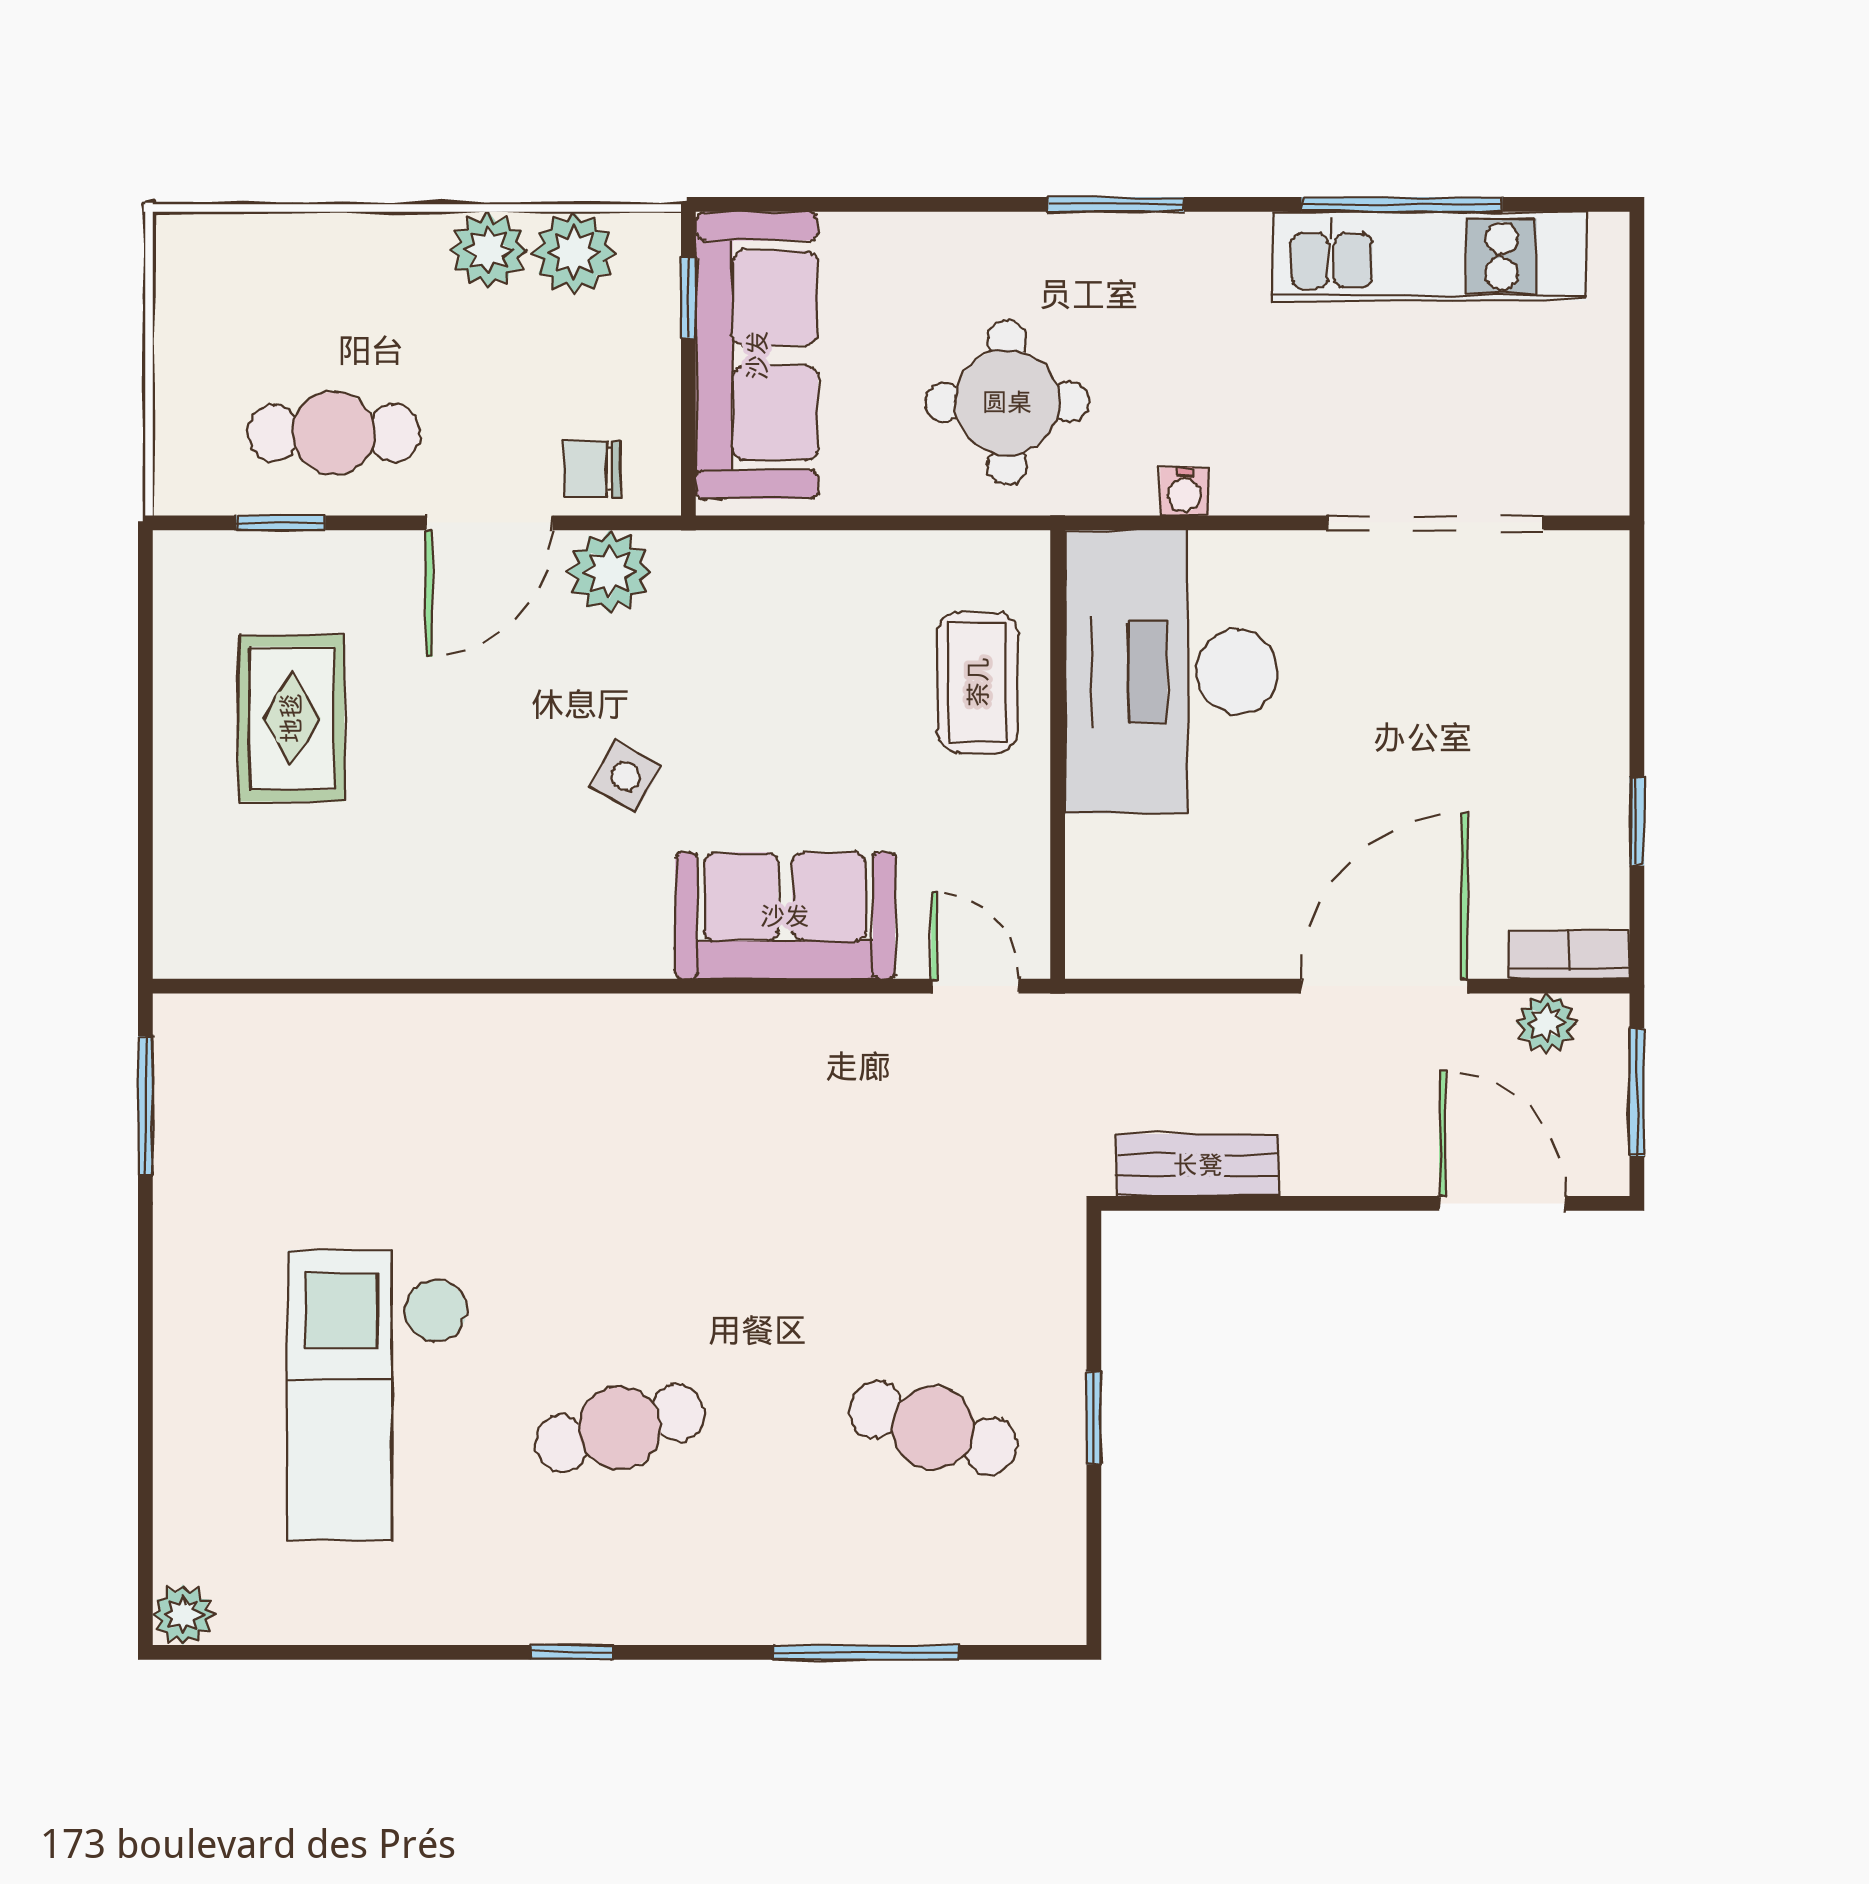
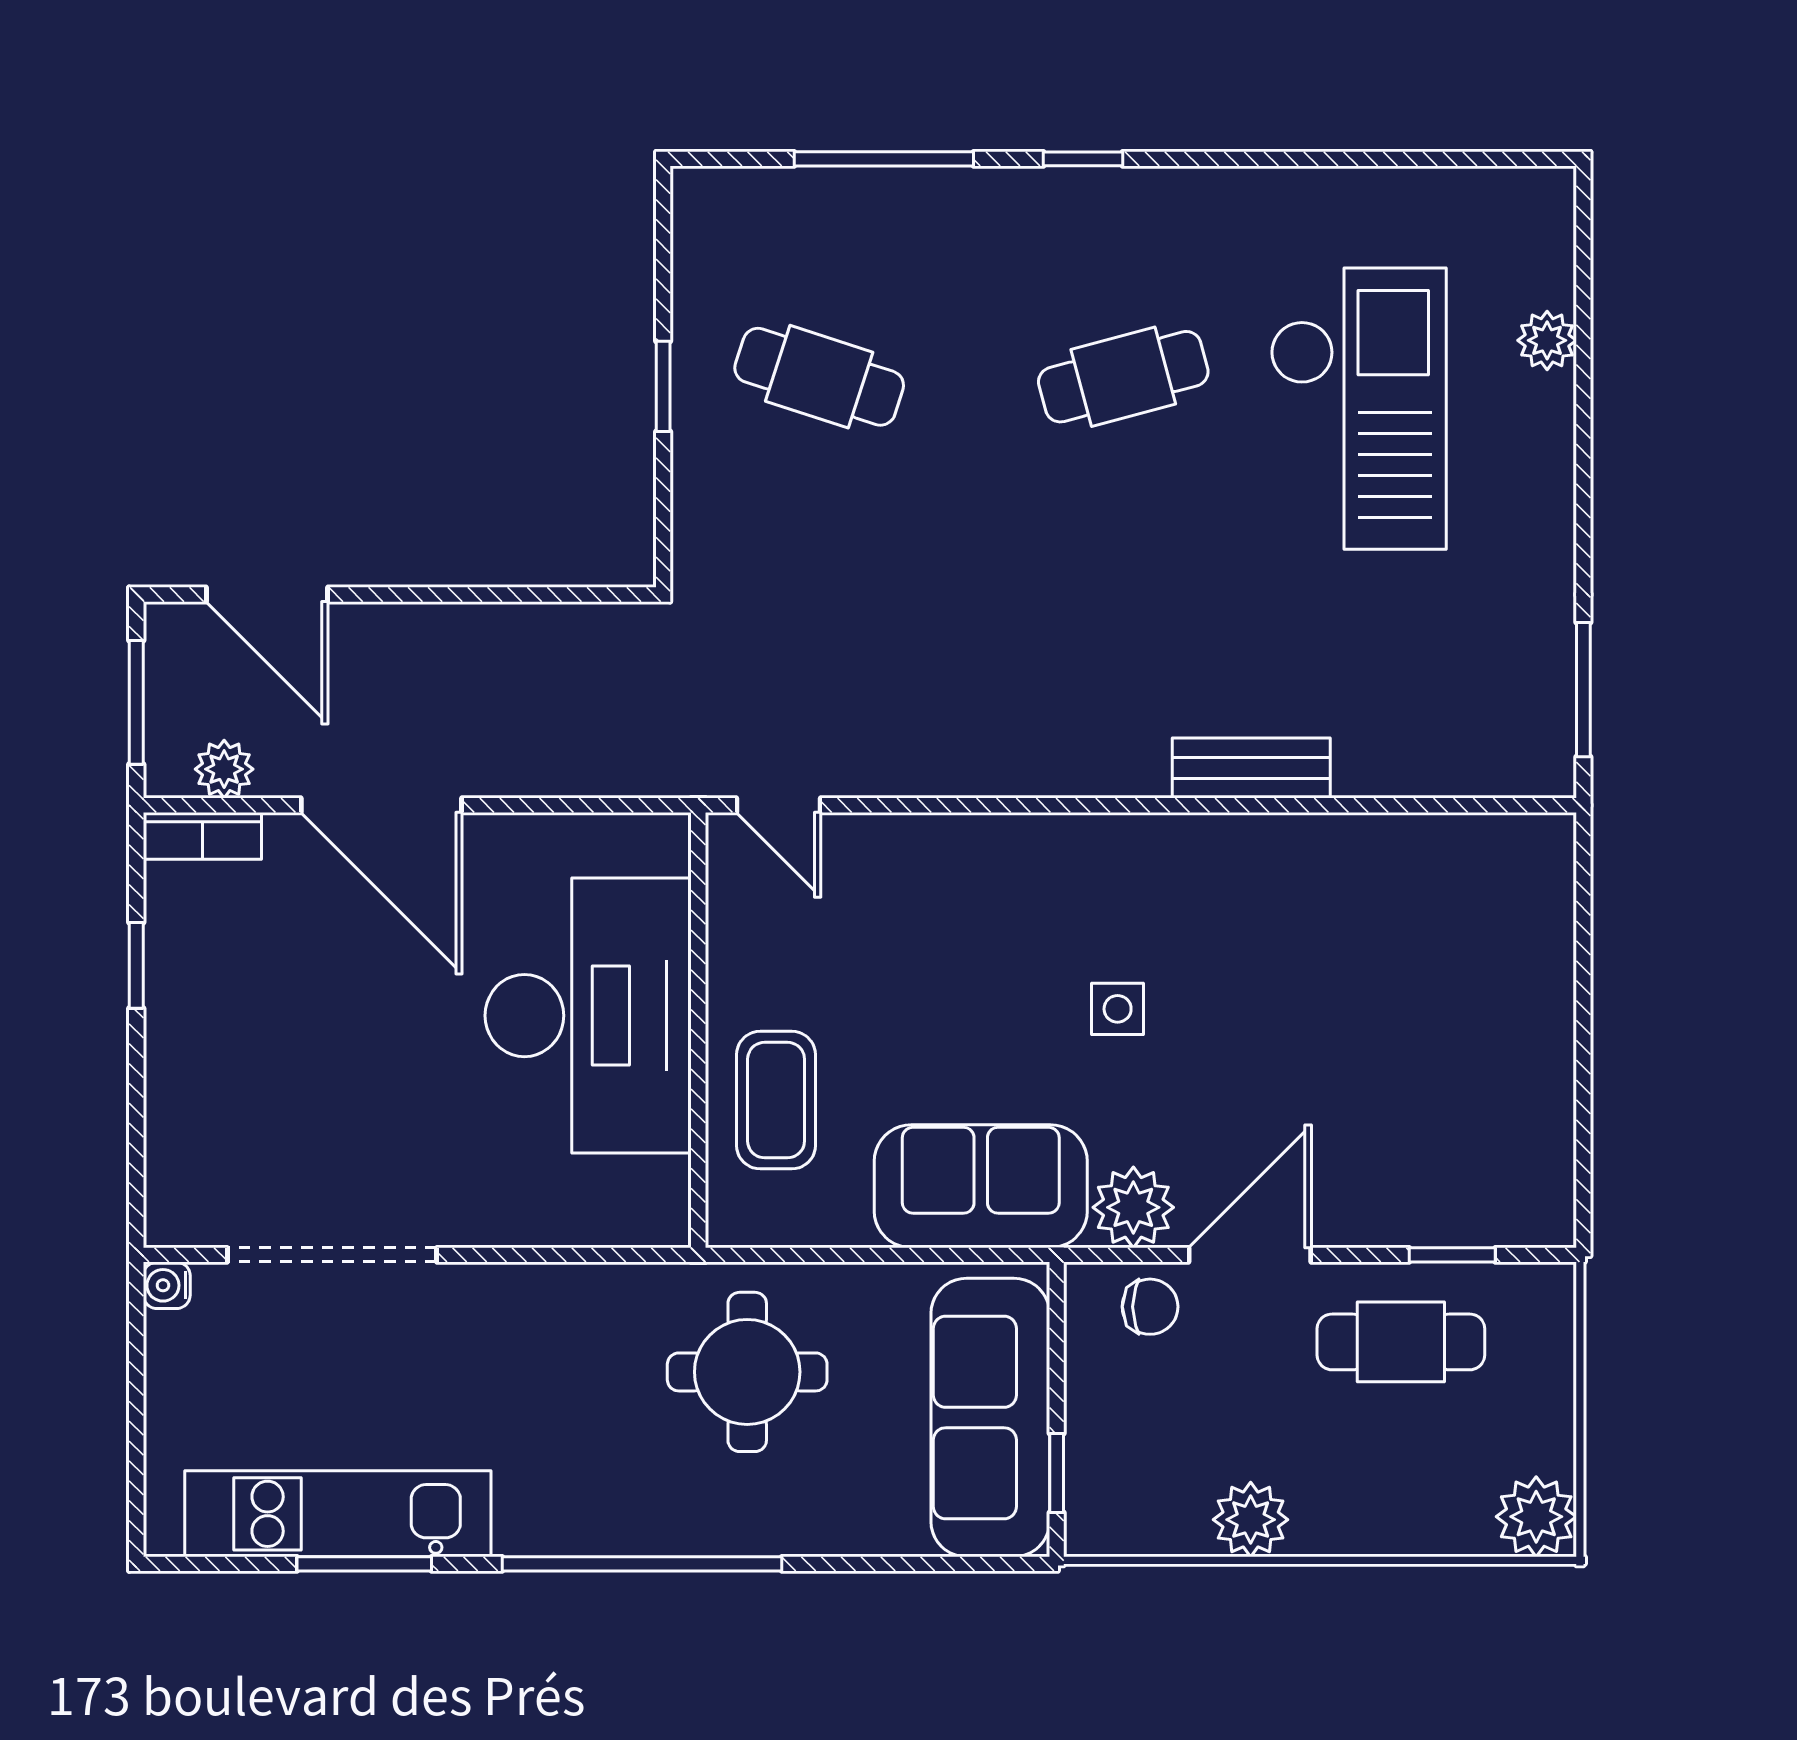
window: (1116, 204) -> (642, 1564), width x2.11
window: (1402, 204) -> (364, 1564), width x0.69
plant: (574, 253) -> (1536, 1517), moved
water cooler: (1185, 491) -> (167, 1285), moved, turned -90
desk: (1171, 672) -> (588, 1016), moved
rug: (291, 718) -> (1442, 1065), removed
side table: (626, 776) -> (1118, 1009), turned -30
sofa: (785, 916) -> (981, 1186), moved, turned 180
door: (1384, 986) -> (381, 805), hinge flipped
bench: (1198, 1165) -> (1251, 768), moved
plant: (183, 1615) -> (1547, 340), moved
window: (572, 1652) -> (1083, 159), moved

